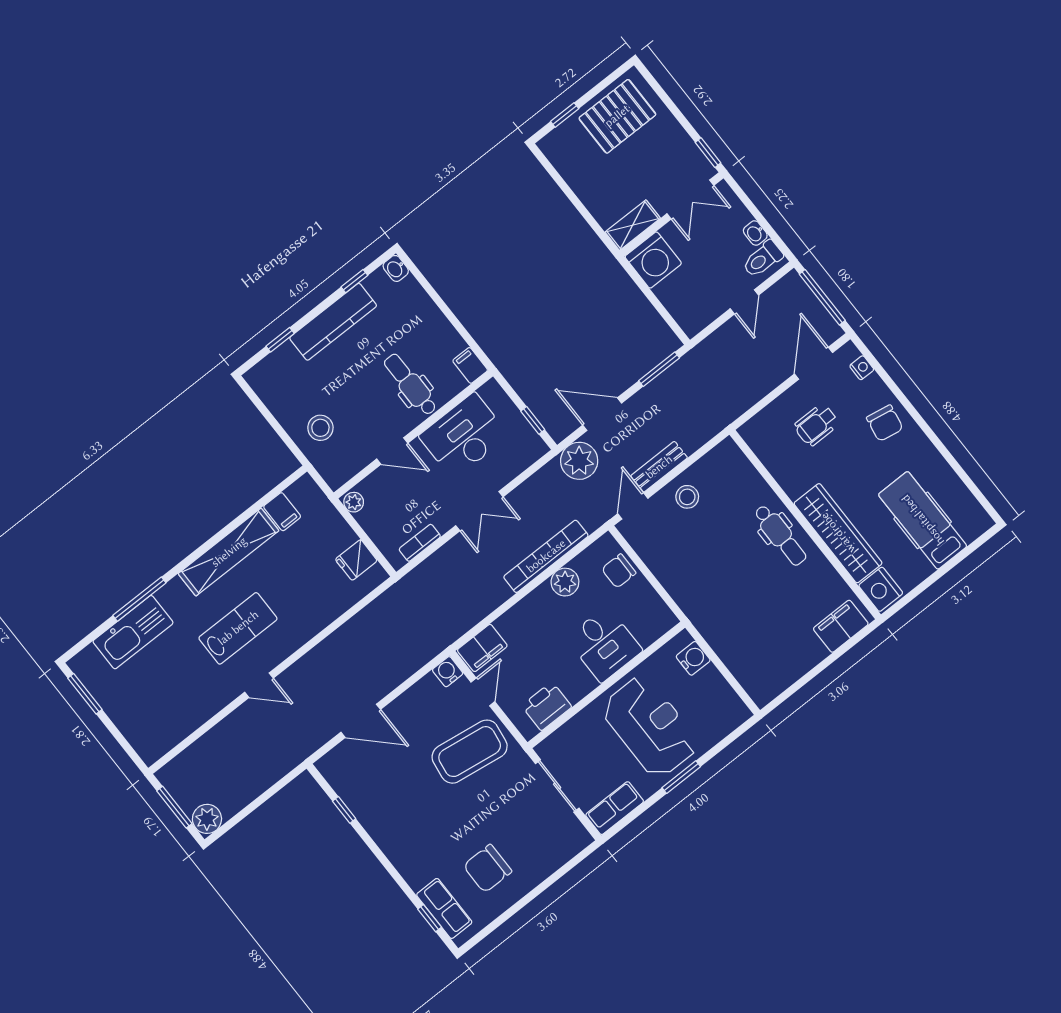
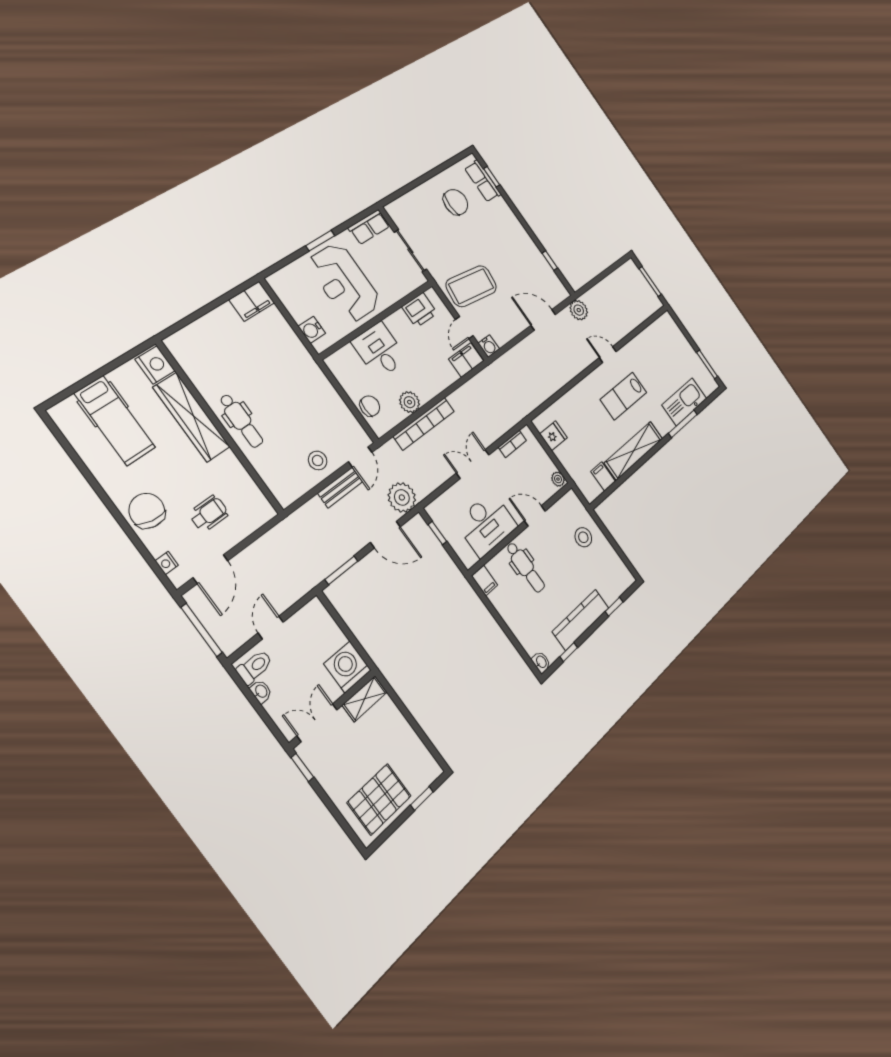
chair: (885, 423) -> (147, 511), width x1.37, depth x1.37
dental chair: (780, 535) -> (241, 421), turned 180
filing cabinet: (841, 626) -> (252, 301), moved
plant: (207, 819) -> (579, 310), moved

